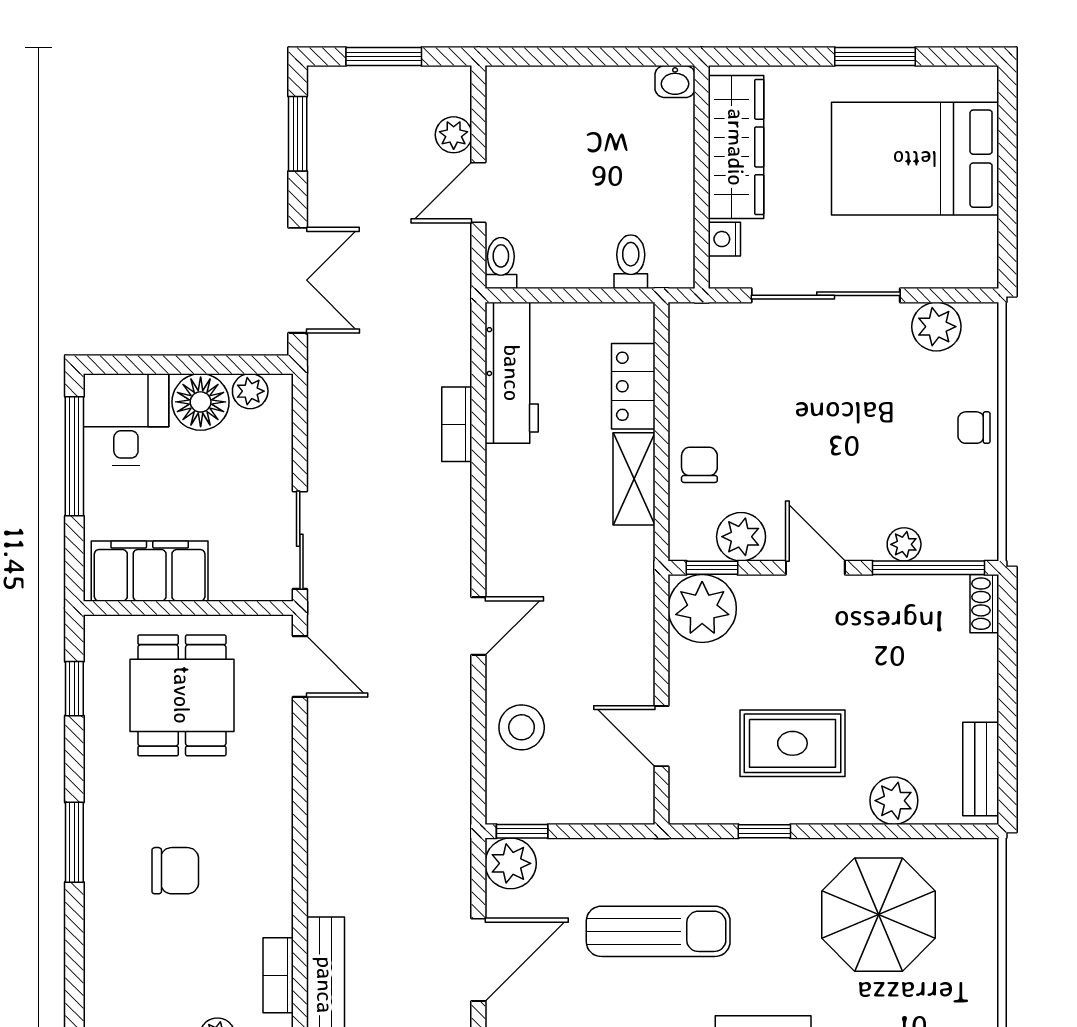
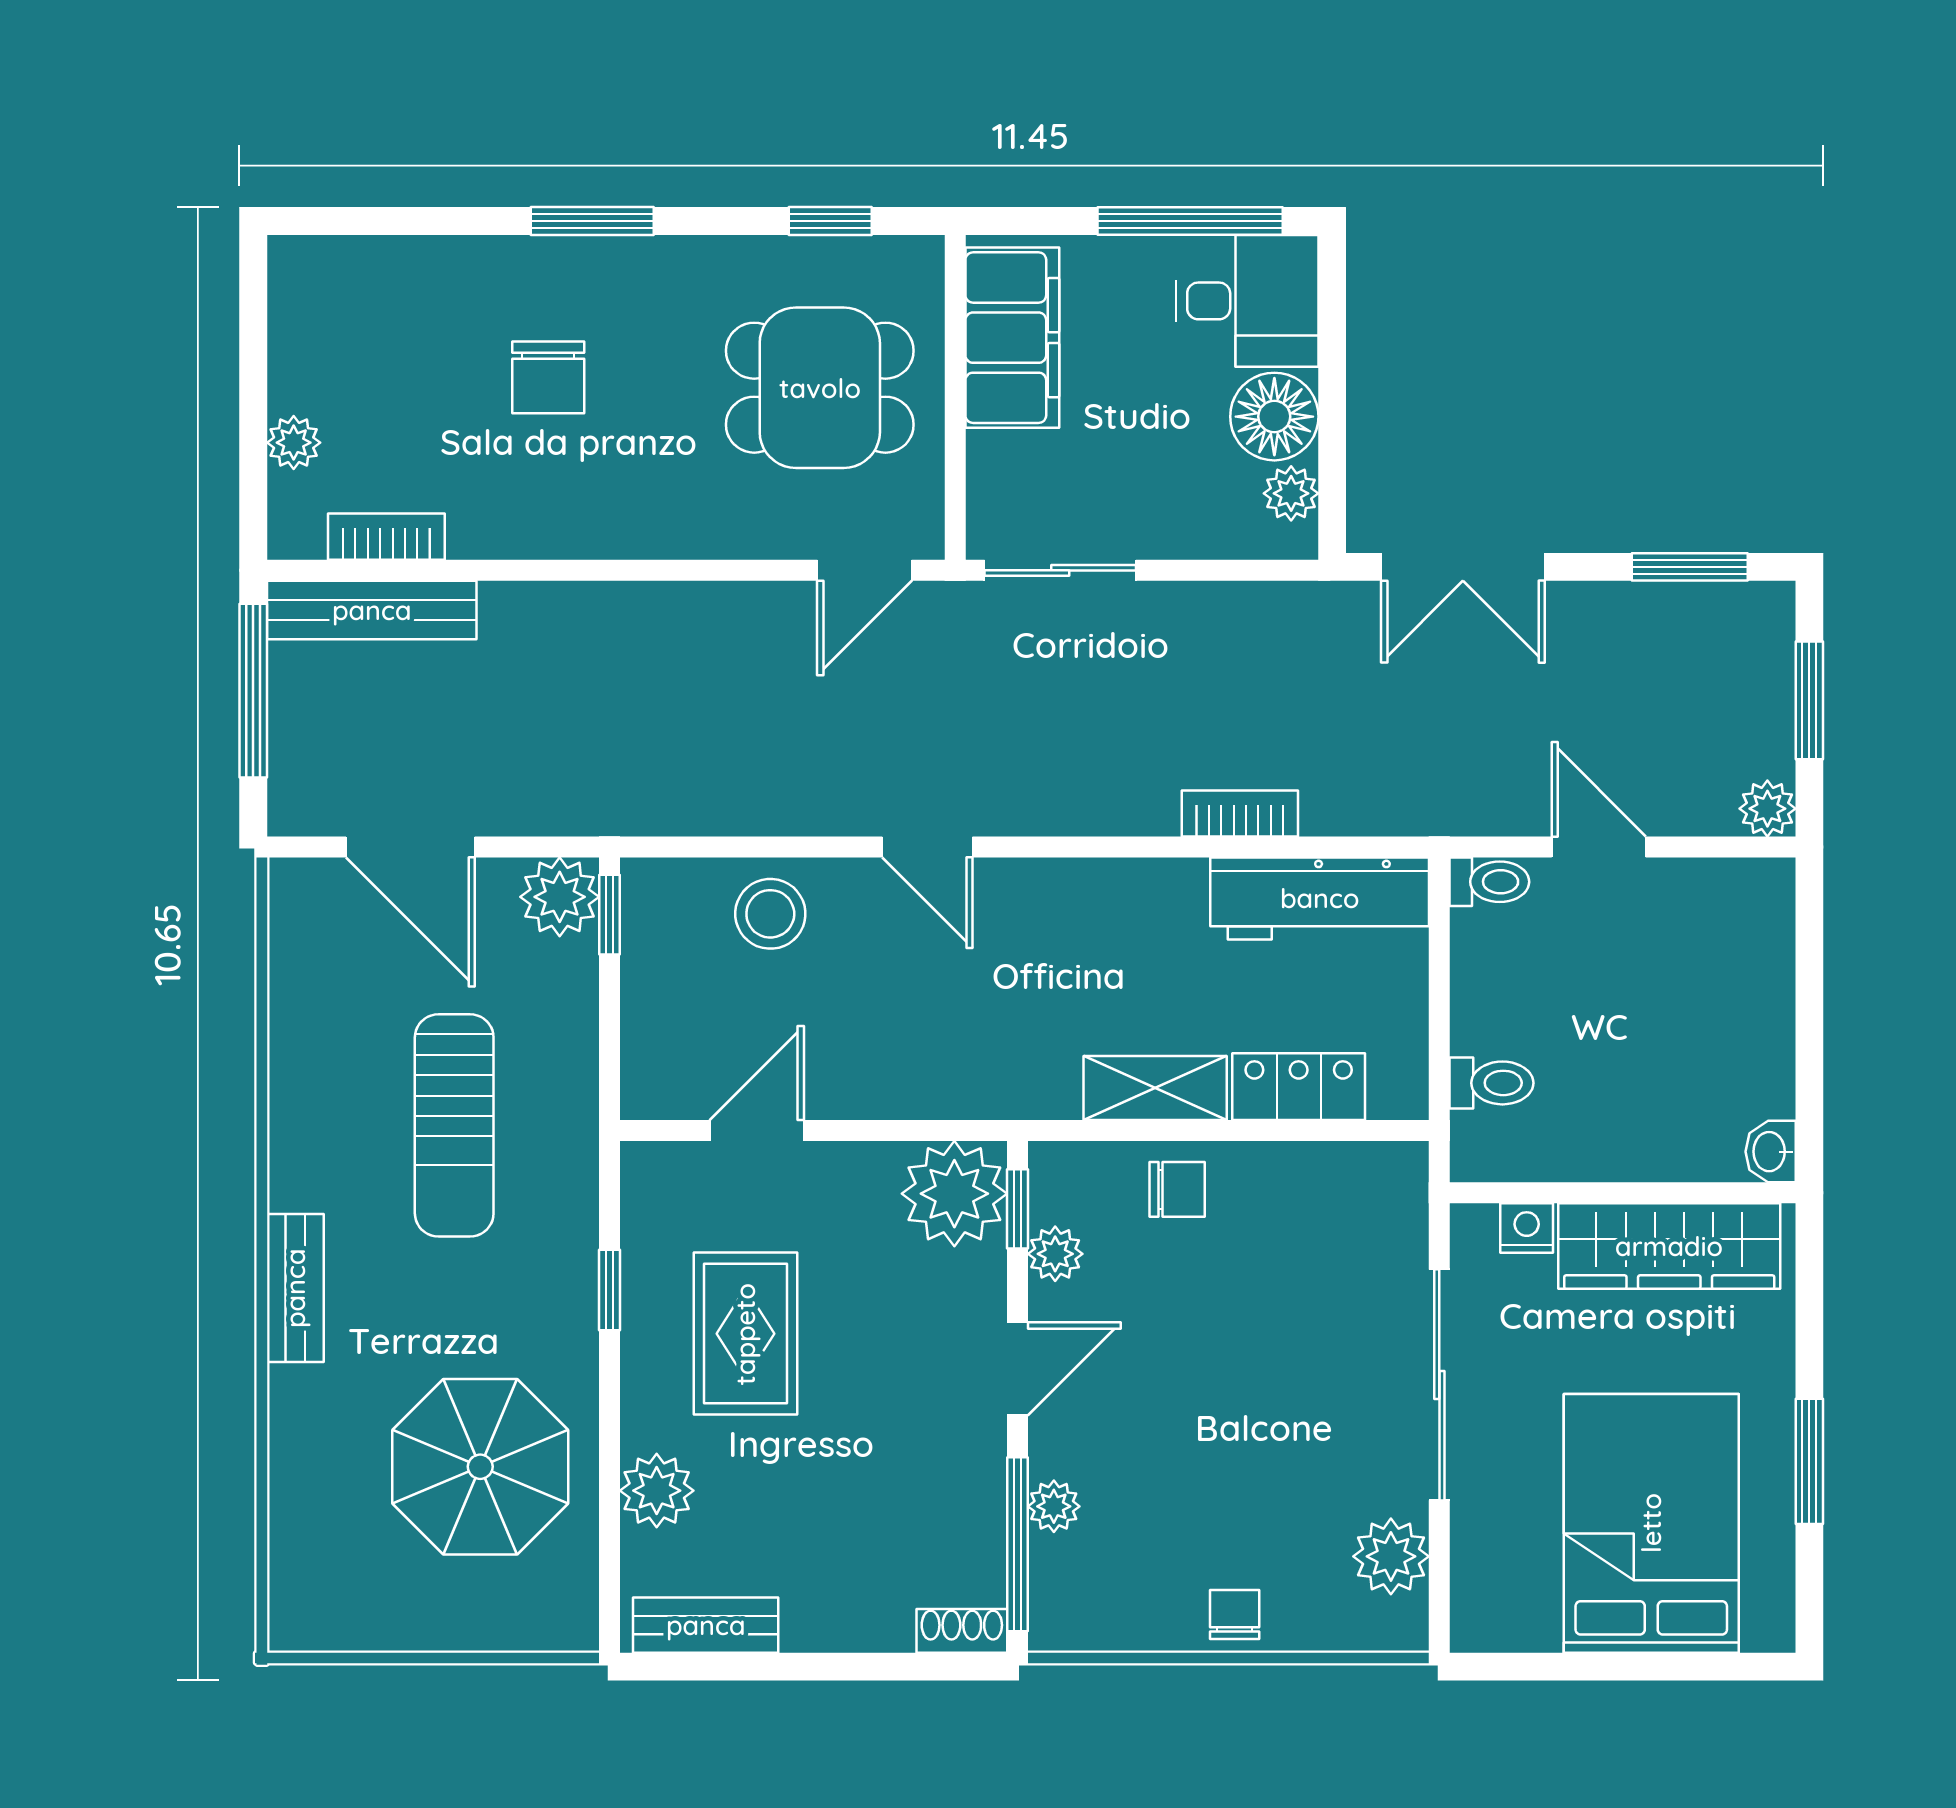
plant: (454, 135) -> (1767, 809), moved
plant: (741, 537) -> (1055, 1254), width x0.73, depth x0.73

